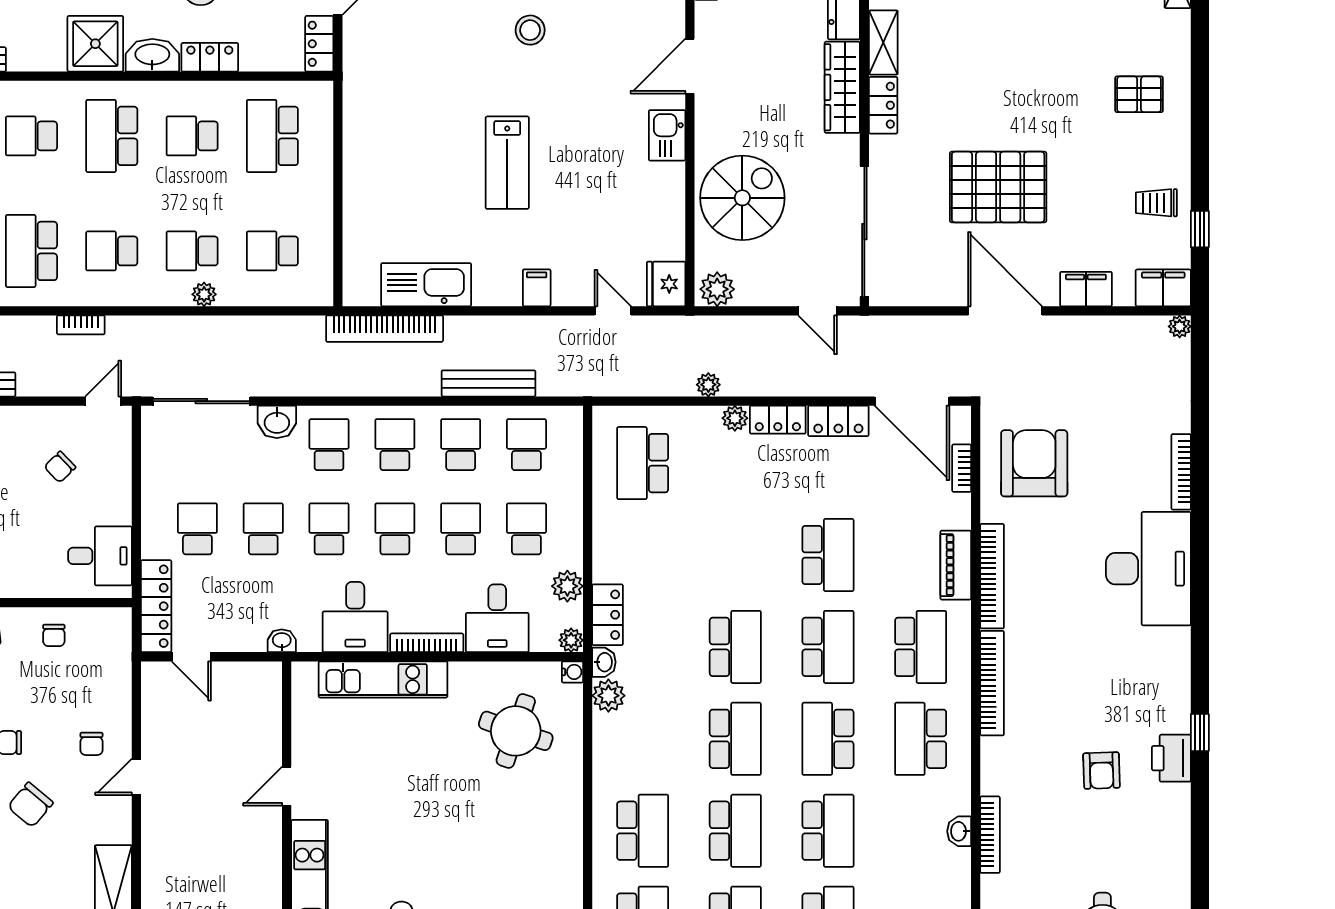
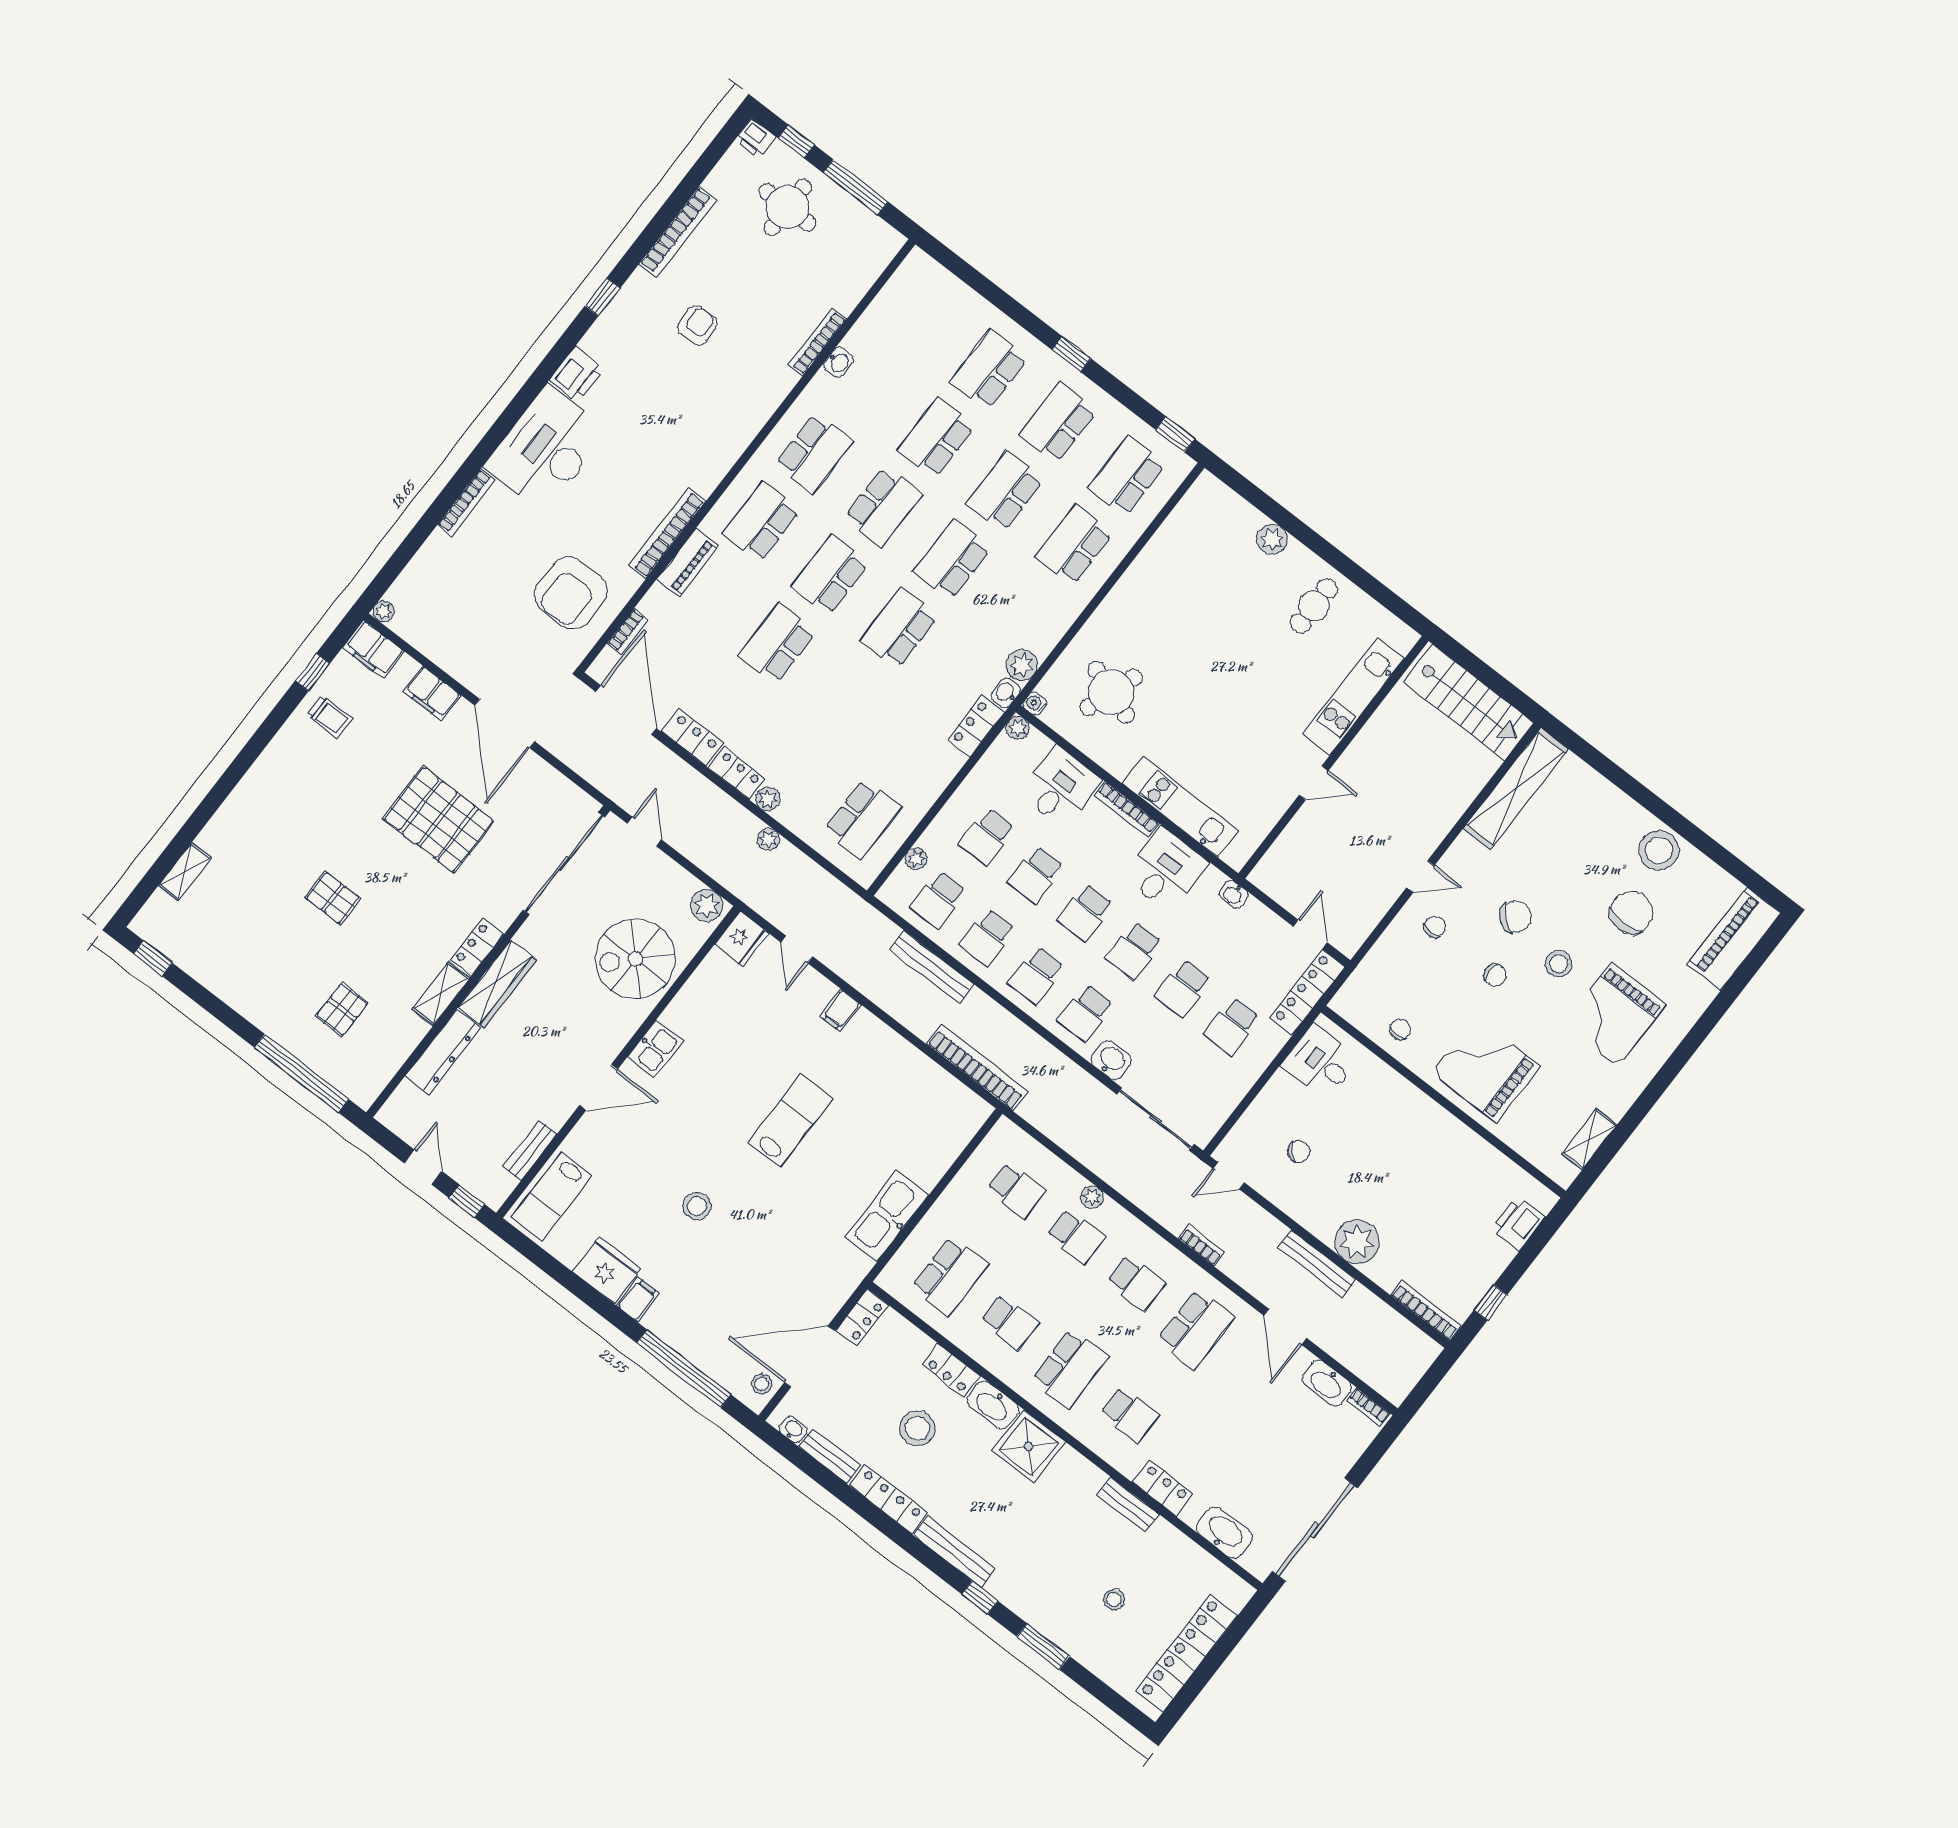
pallet: (1139, 94) -> (333, 898), moved
kitchen sink: (426, 285) -> (887, 1216), moved, turned 90
plant: (567, 586) -> (916, 859), moved, width x0.73, depth x0.73
bookcase: (992, 683) -> (678, 232), moved, turned 180
printer: (1171, 758) -> (577, 374), moved

